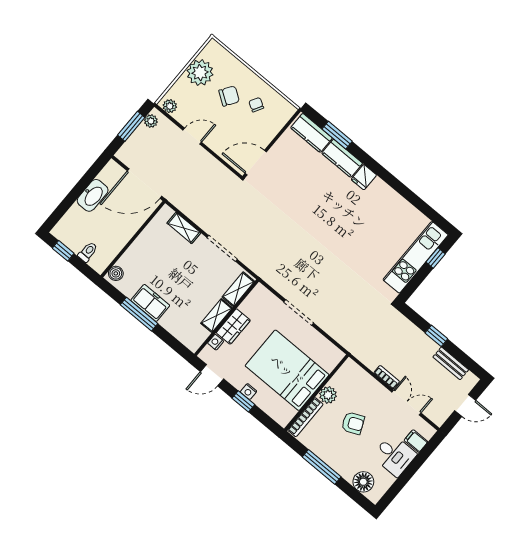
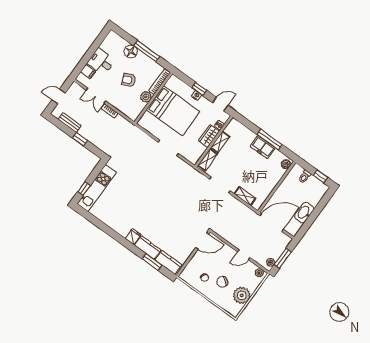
floor lamp: (363, 482) -> (131, 51), moved

